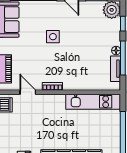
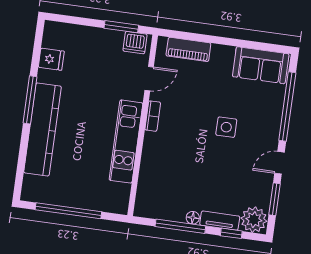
tv unit: (115, 69) -> (220, 221), moved
kitchen unit: (93, 102) -> (126, 142), moved

